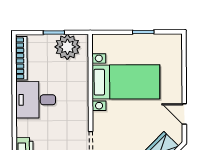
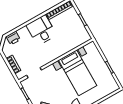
plant: (67, 47) -> (79, 31), removed

